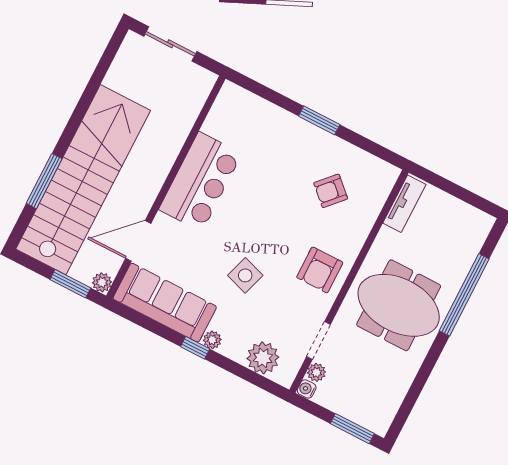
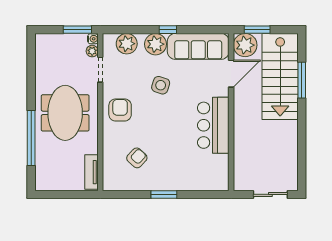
stairs: (83, 180) -> (280, 77), width x0.73
plant: (102, 282) -> (245, 45), width x1.88, depth x1.88
meeting table: (399, 305) -> (65, 113), turned 90
plant: (212, 340) -> (155, 44), width x1.88, depth x1.88
window: (352, 429) -> (77, 30), moved

